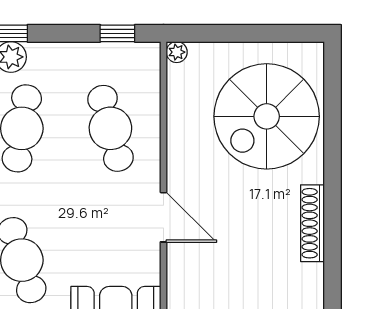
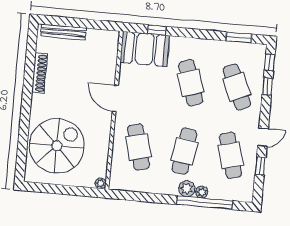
window: (117, 33) -> (130, 196), removed
shoe rack: (312, 223) -> (40, 73), moved

